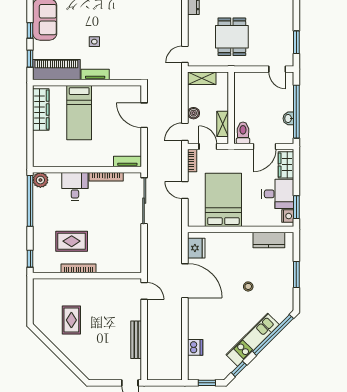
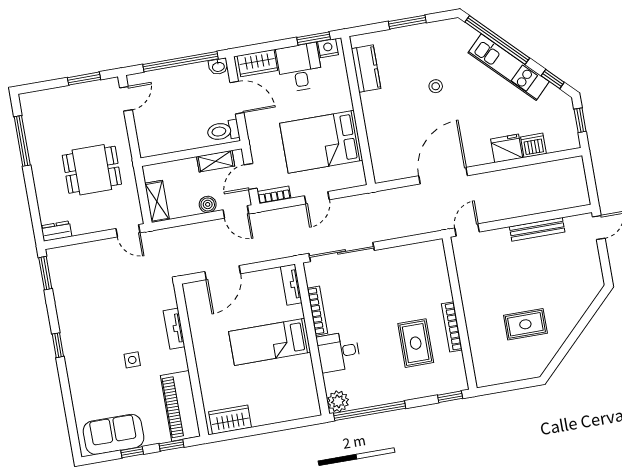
tv unit: (95, 75) -> (174, 329), moved
wardrobe: (41, 110) -> (230, 420), width x0.67
bed: (79, 113) -> (270, 342), moved, turned 180
washbasin: (288, 118) -> (218, 66), moved
fridge: (196, 248) -> (507, 148), moved

